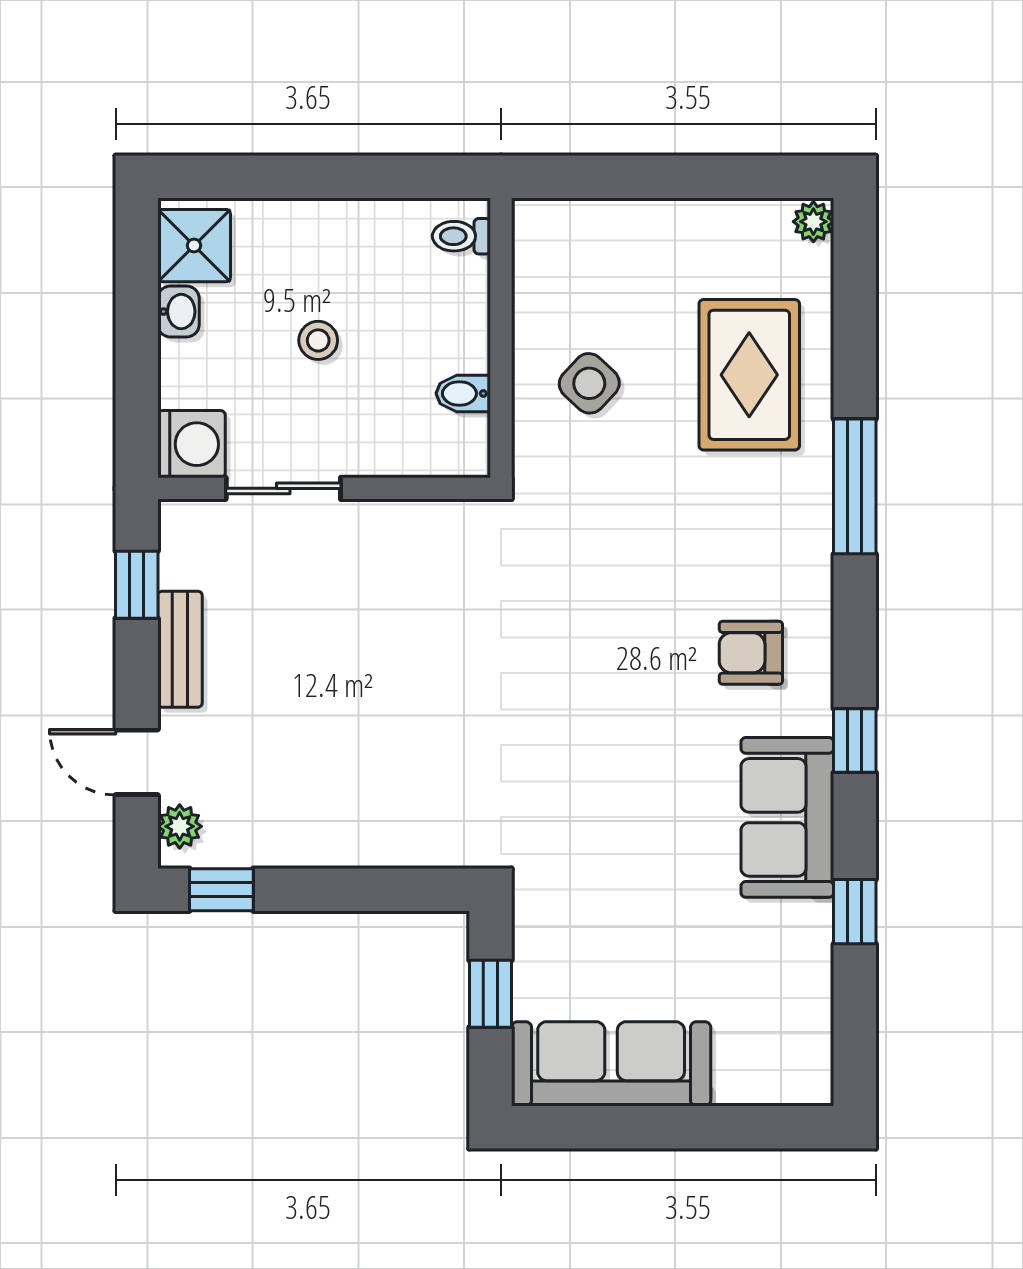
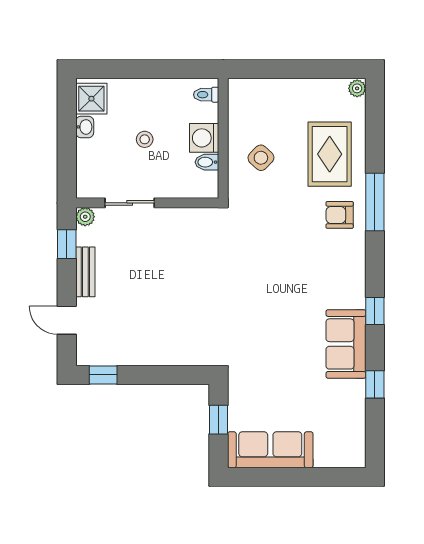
washing machine: (191, 444) -> (204, 138), moved, turned 180
armchair: (751, 653) -> (340, 215), moved
plant: (180, 826) -> (85, 217), moved

